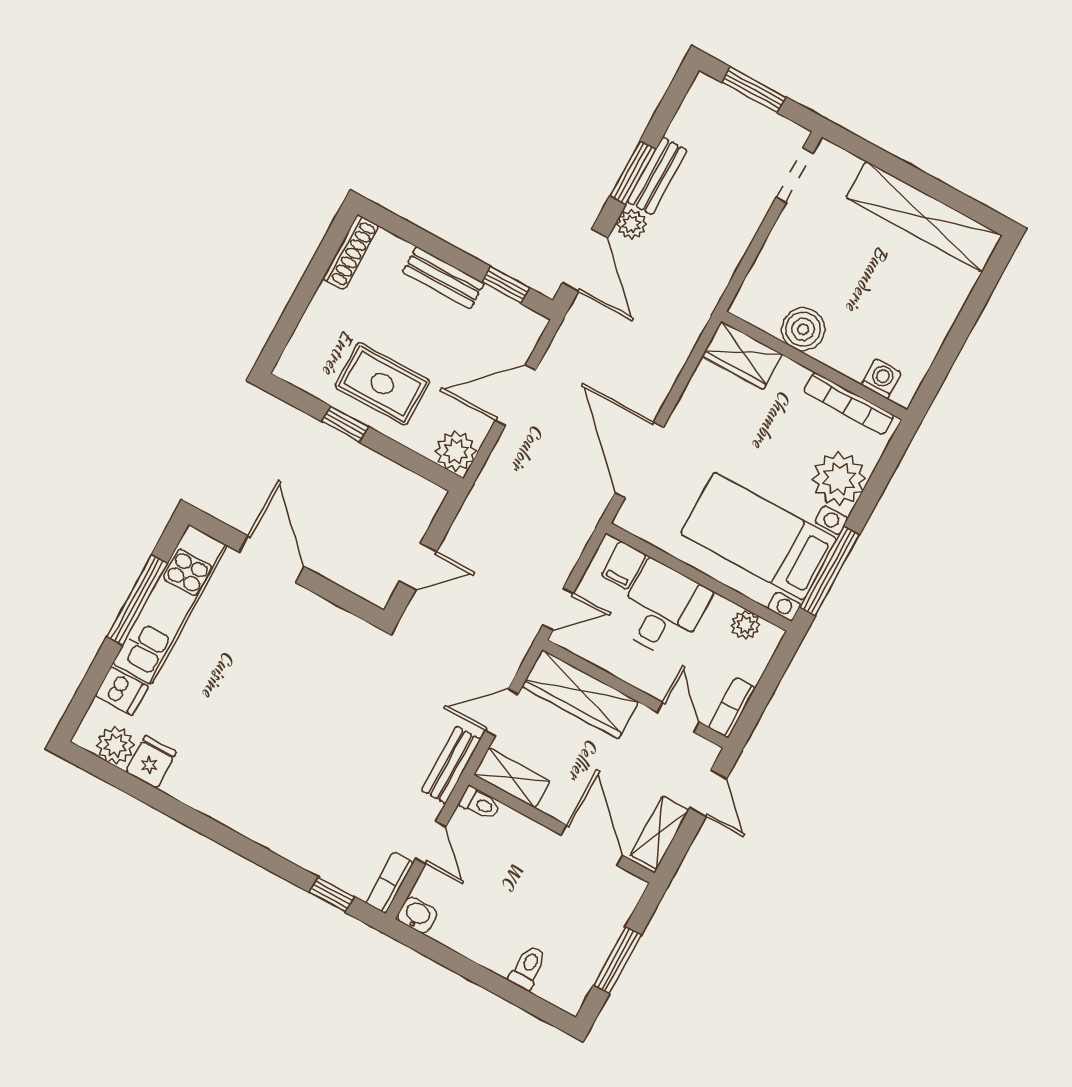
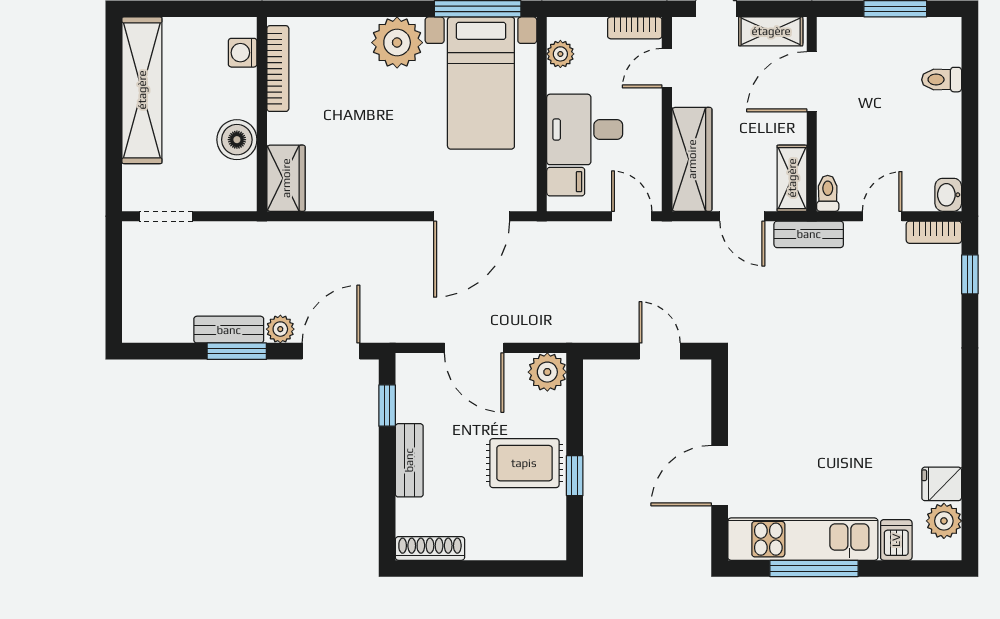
window: (754, 90) -> (114, 288), removed
boiler: (803, 329) -> (237, 140), moved
wardrobe: (742, 355) -> (286, 178), moved
wall: (814, 365) -> (262, 114), moved
washing machine: (881, 379) -> (243, 53), moved
rug: (382, 384) -> (524, 463), turned 90
bookcase: (849, 403) -> (278, 69), moved

